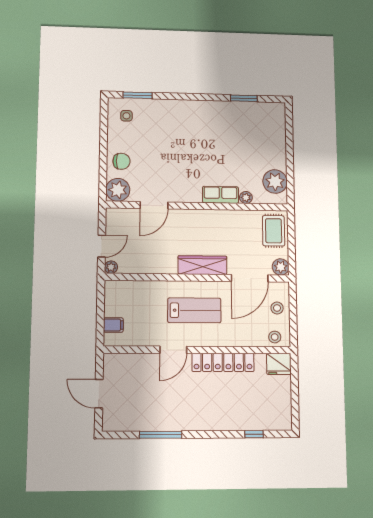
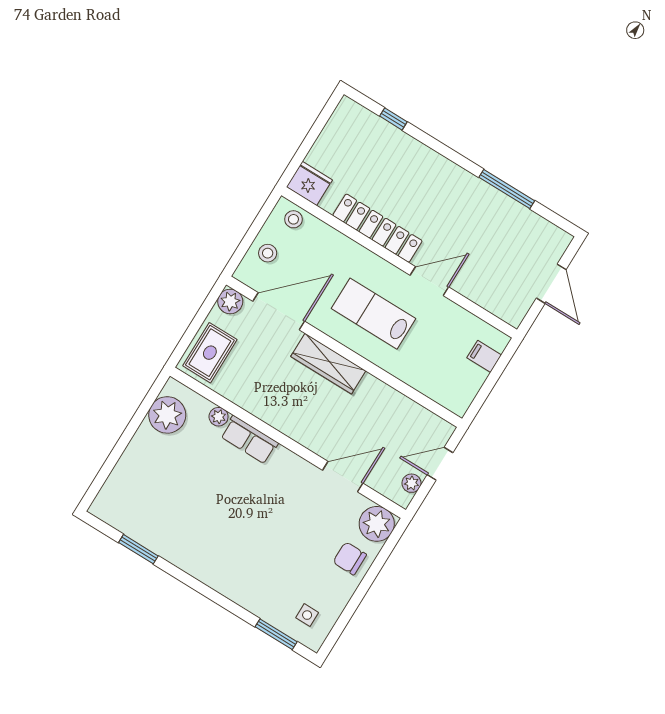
plant: (111, 267) -> (411, 483), moved

